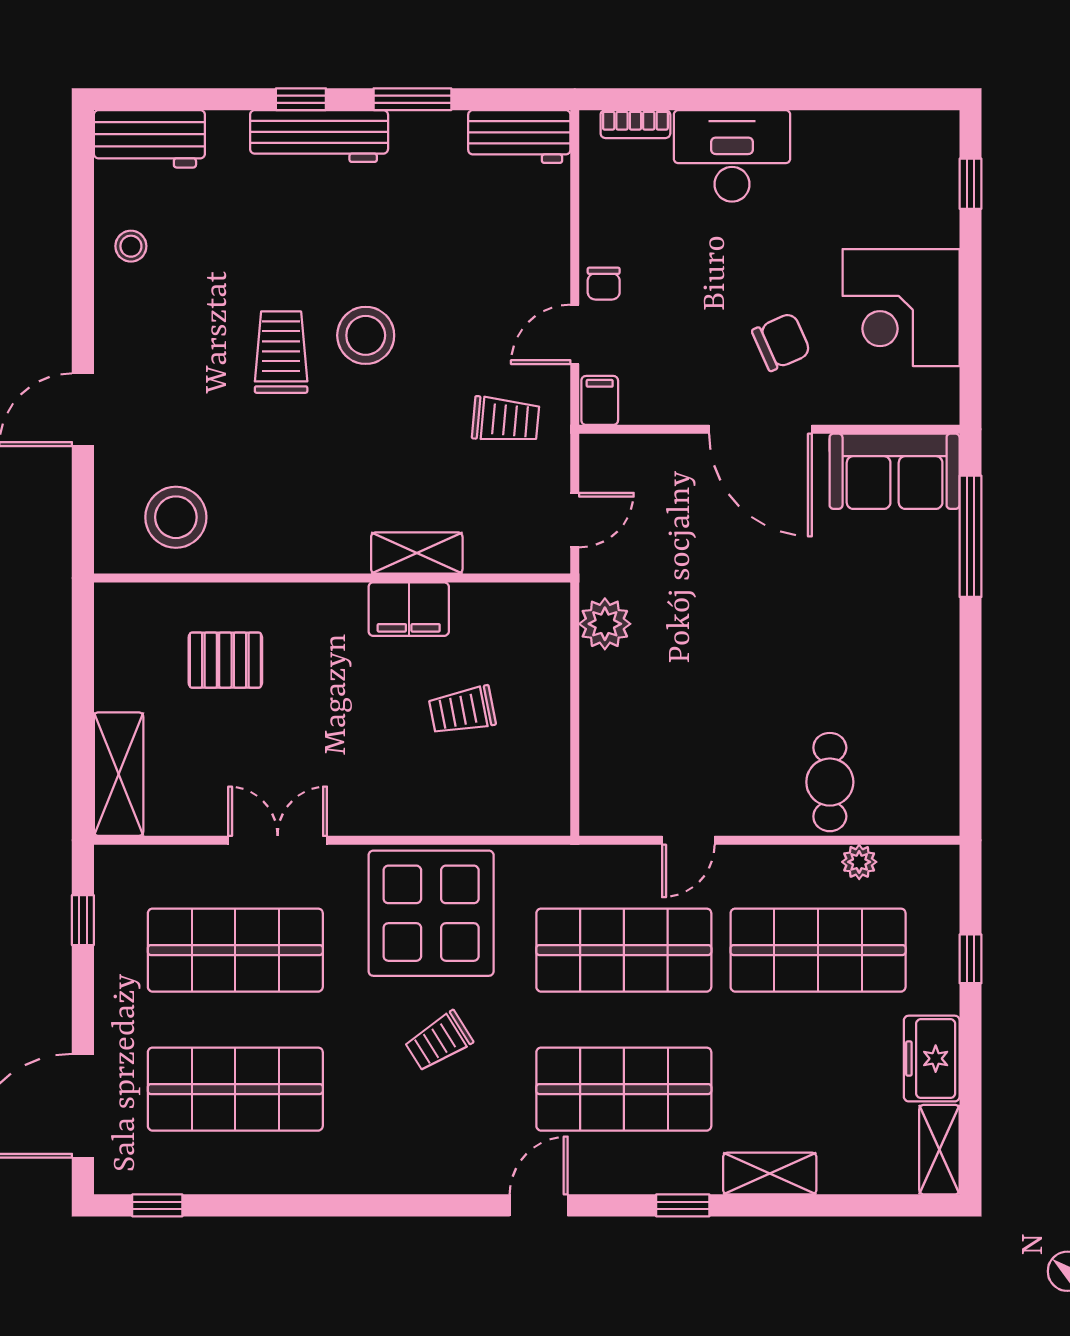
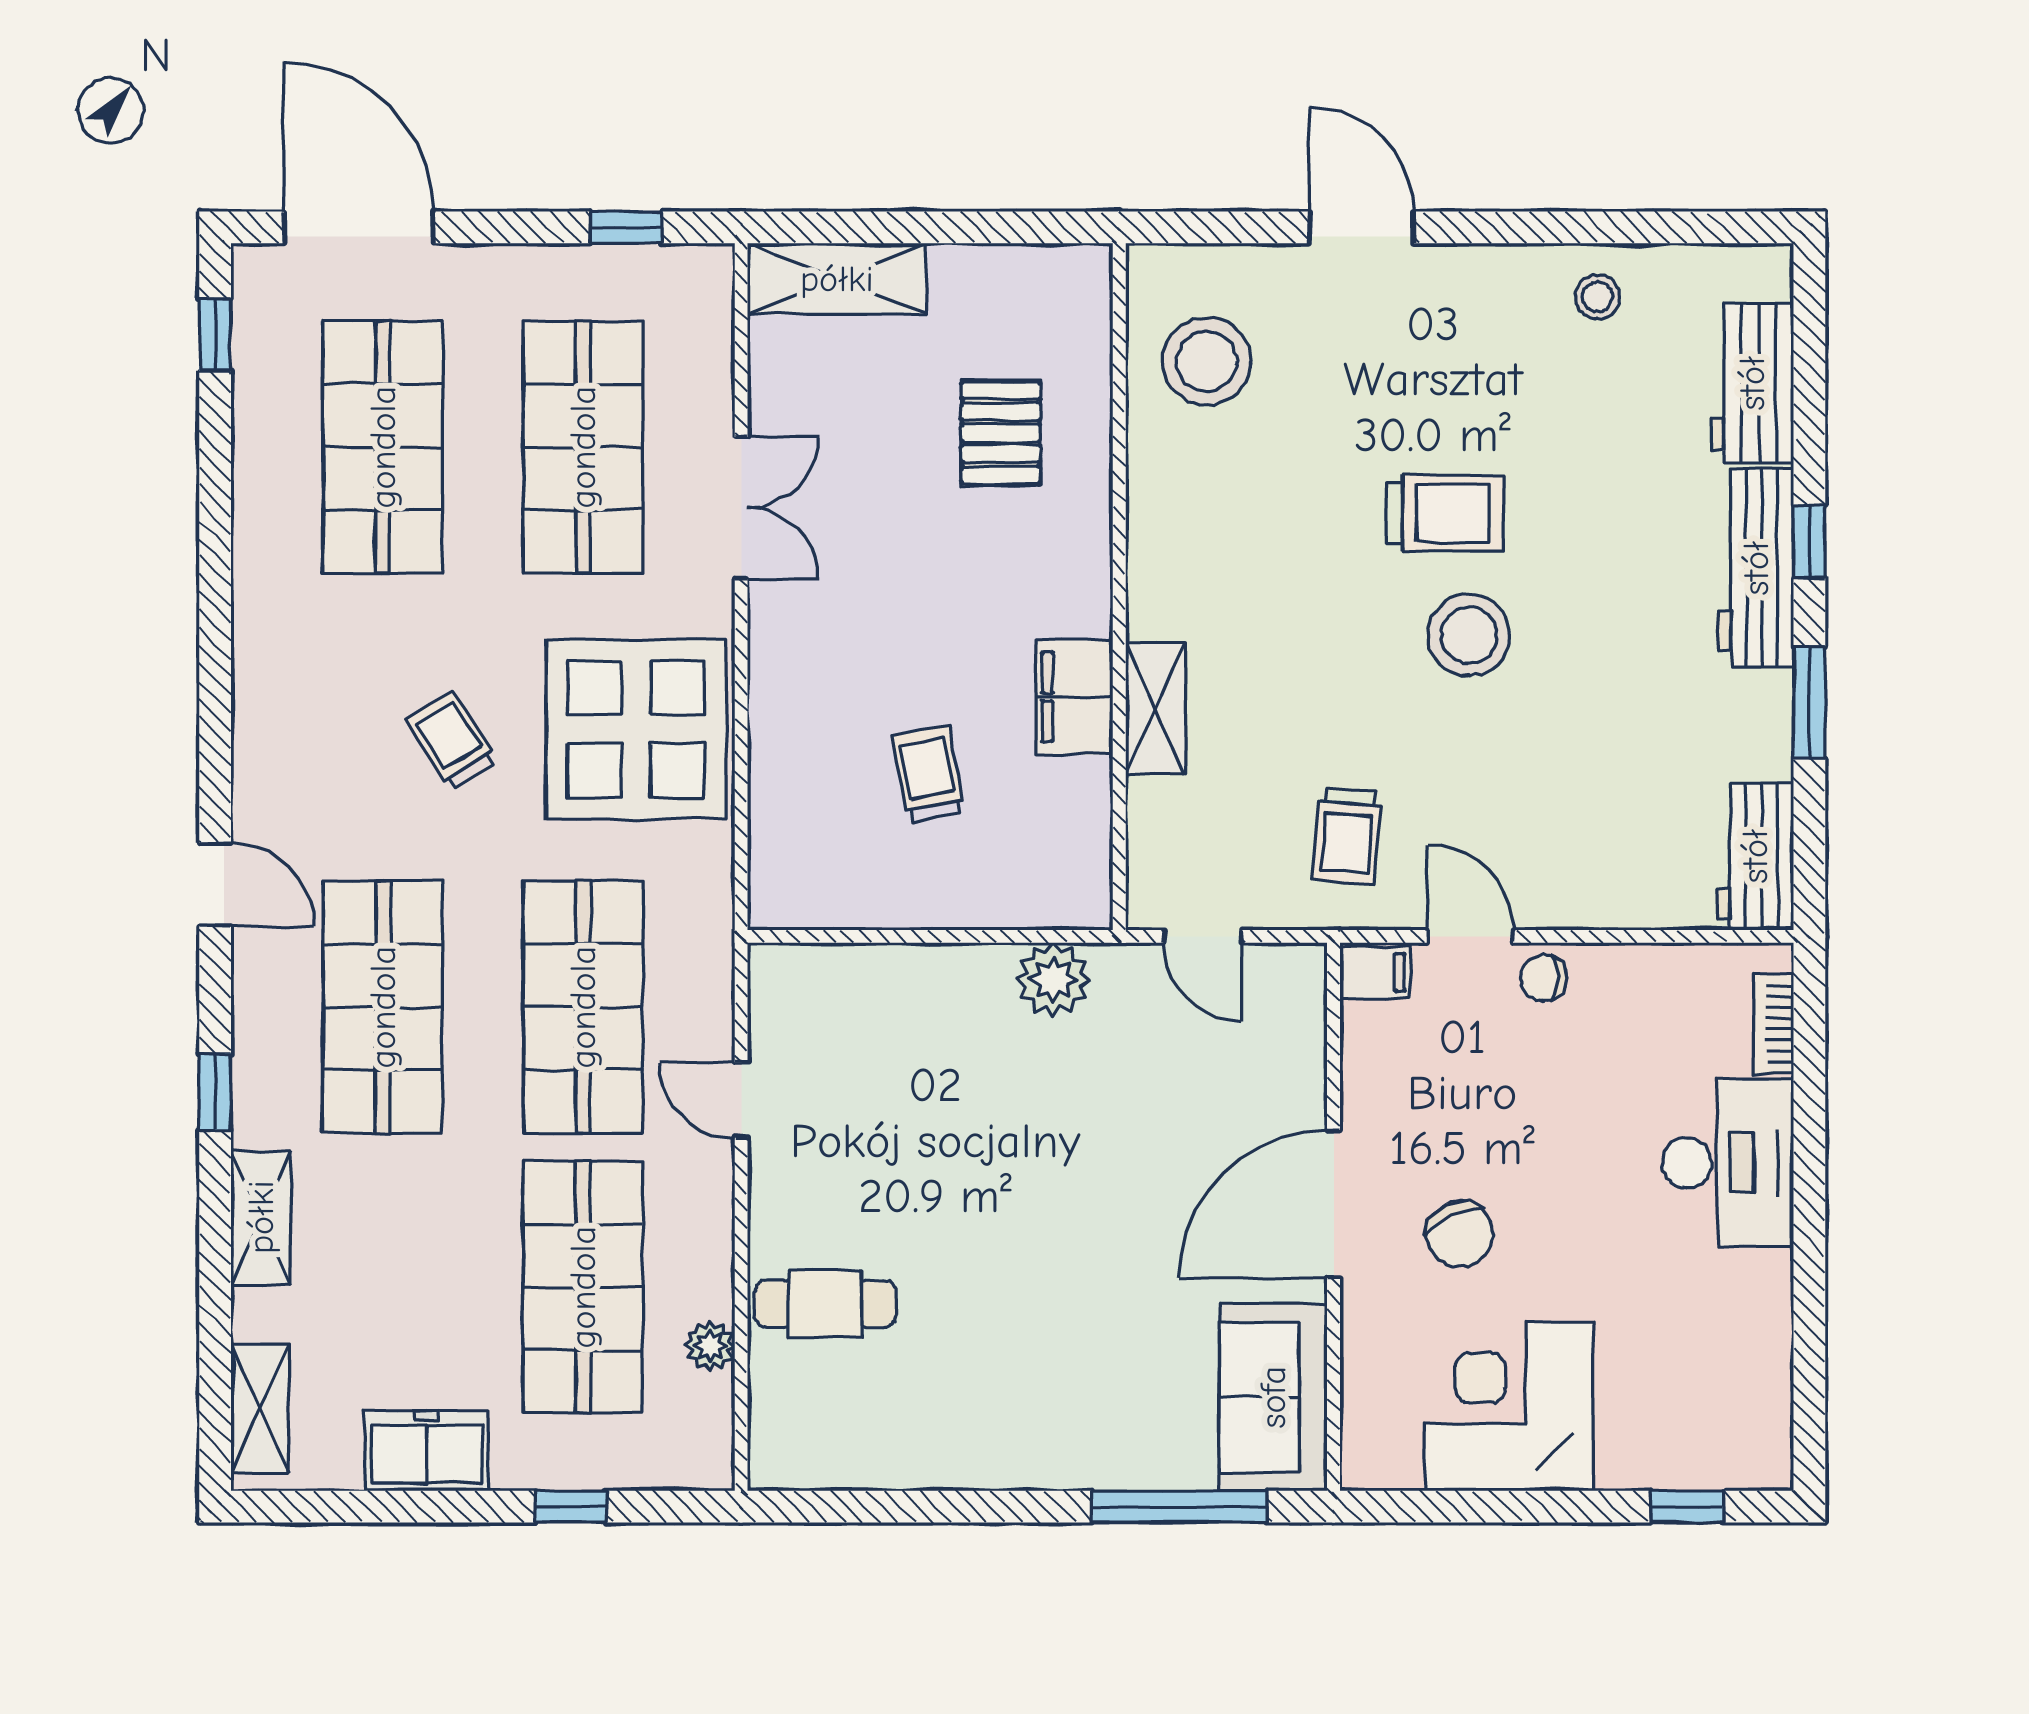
workbench: (149, 139) -> (1752, 383), moved
shelving: (939, 1150) -> (260, 1408), moved, turned 90

